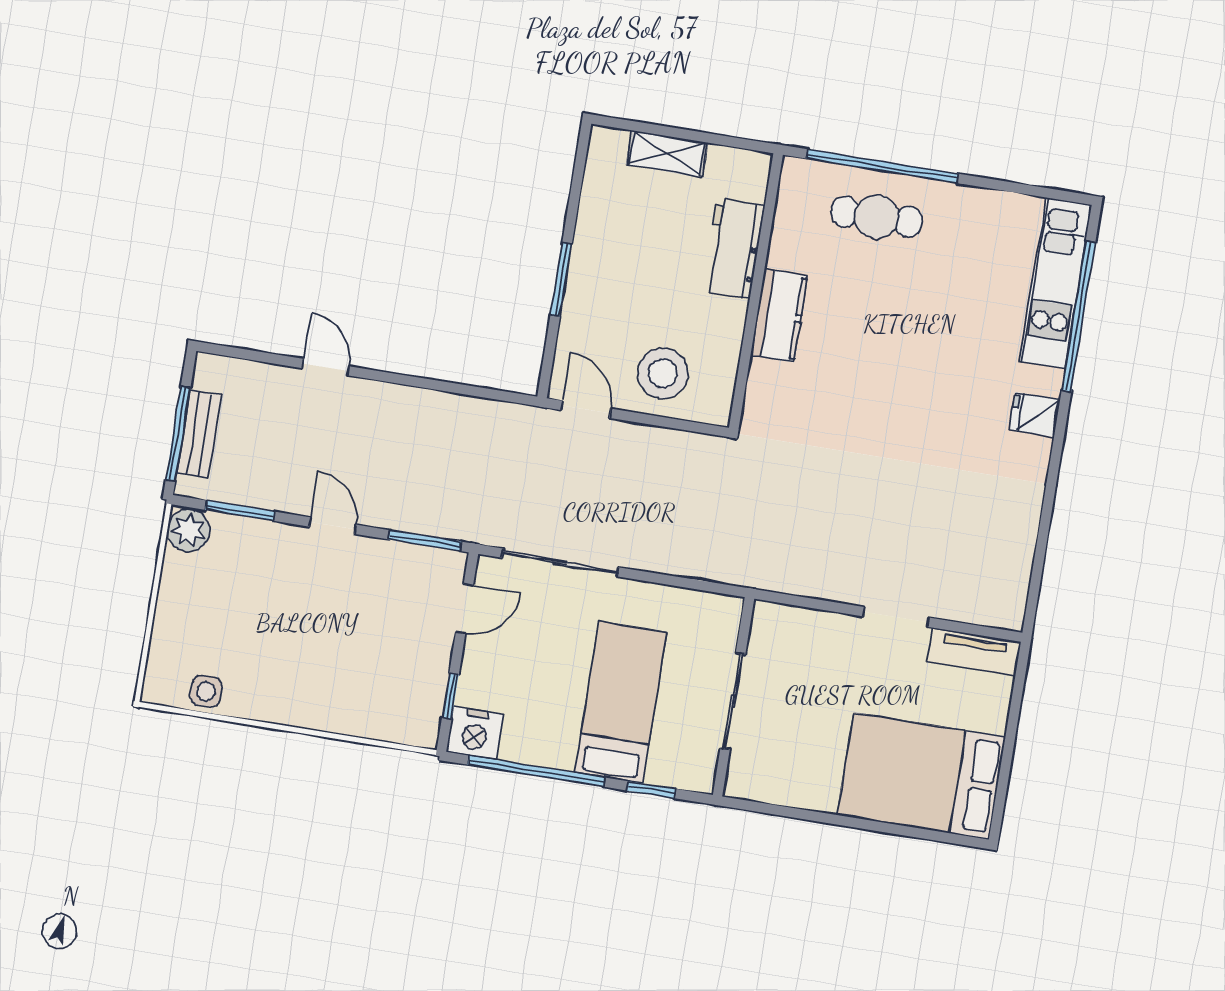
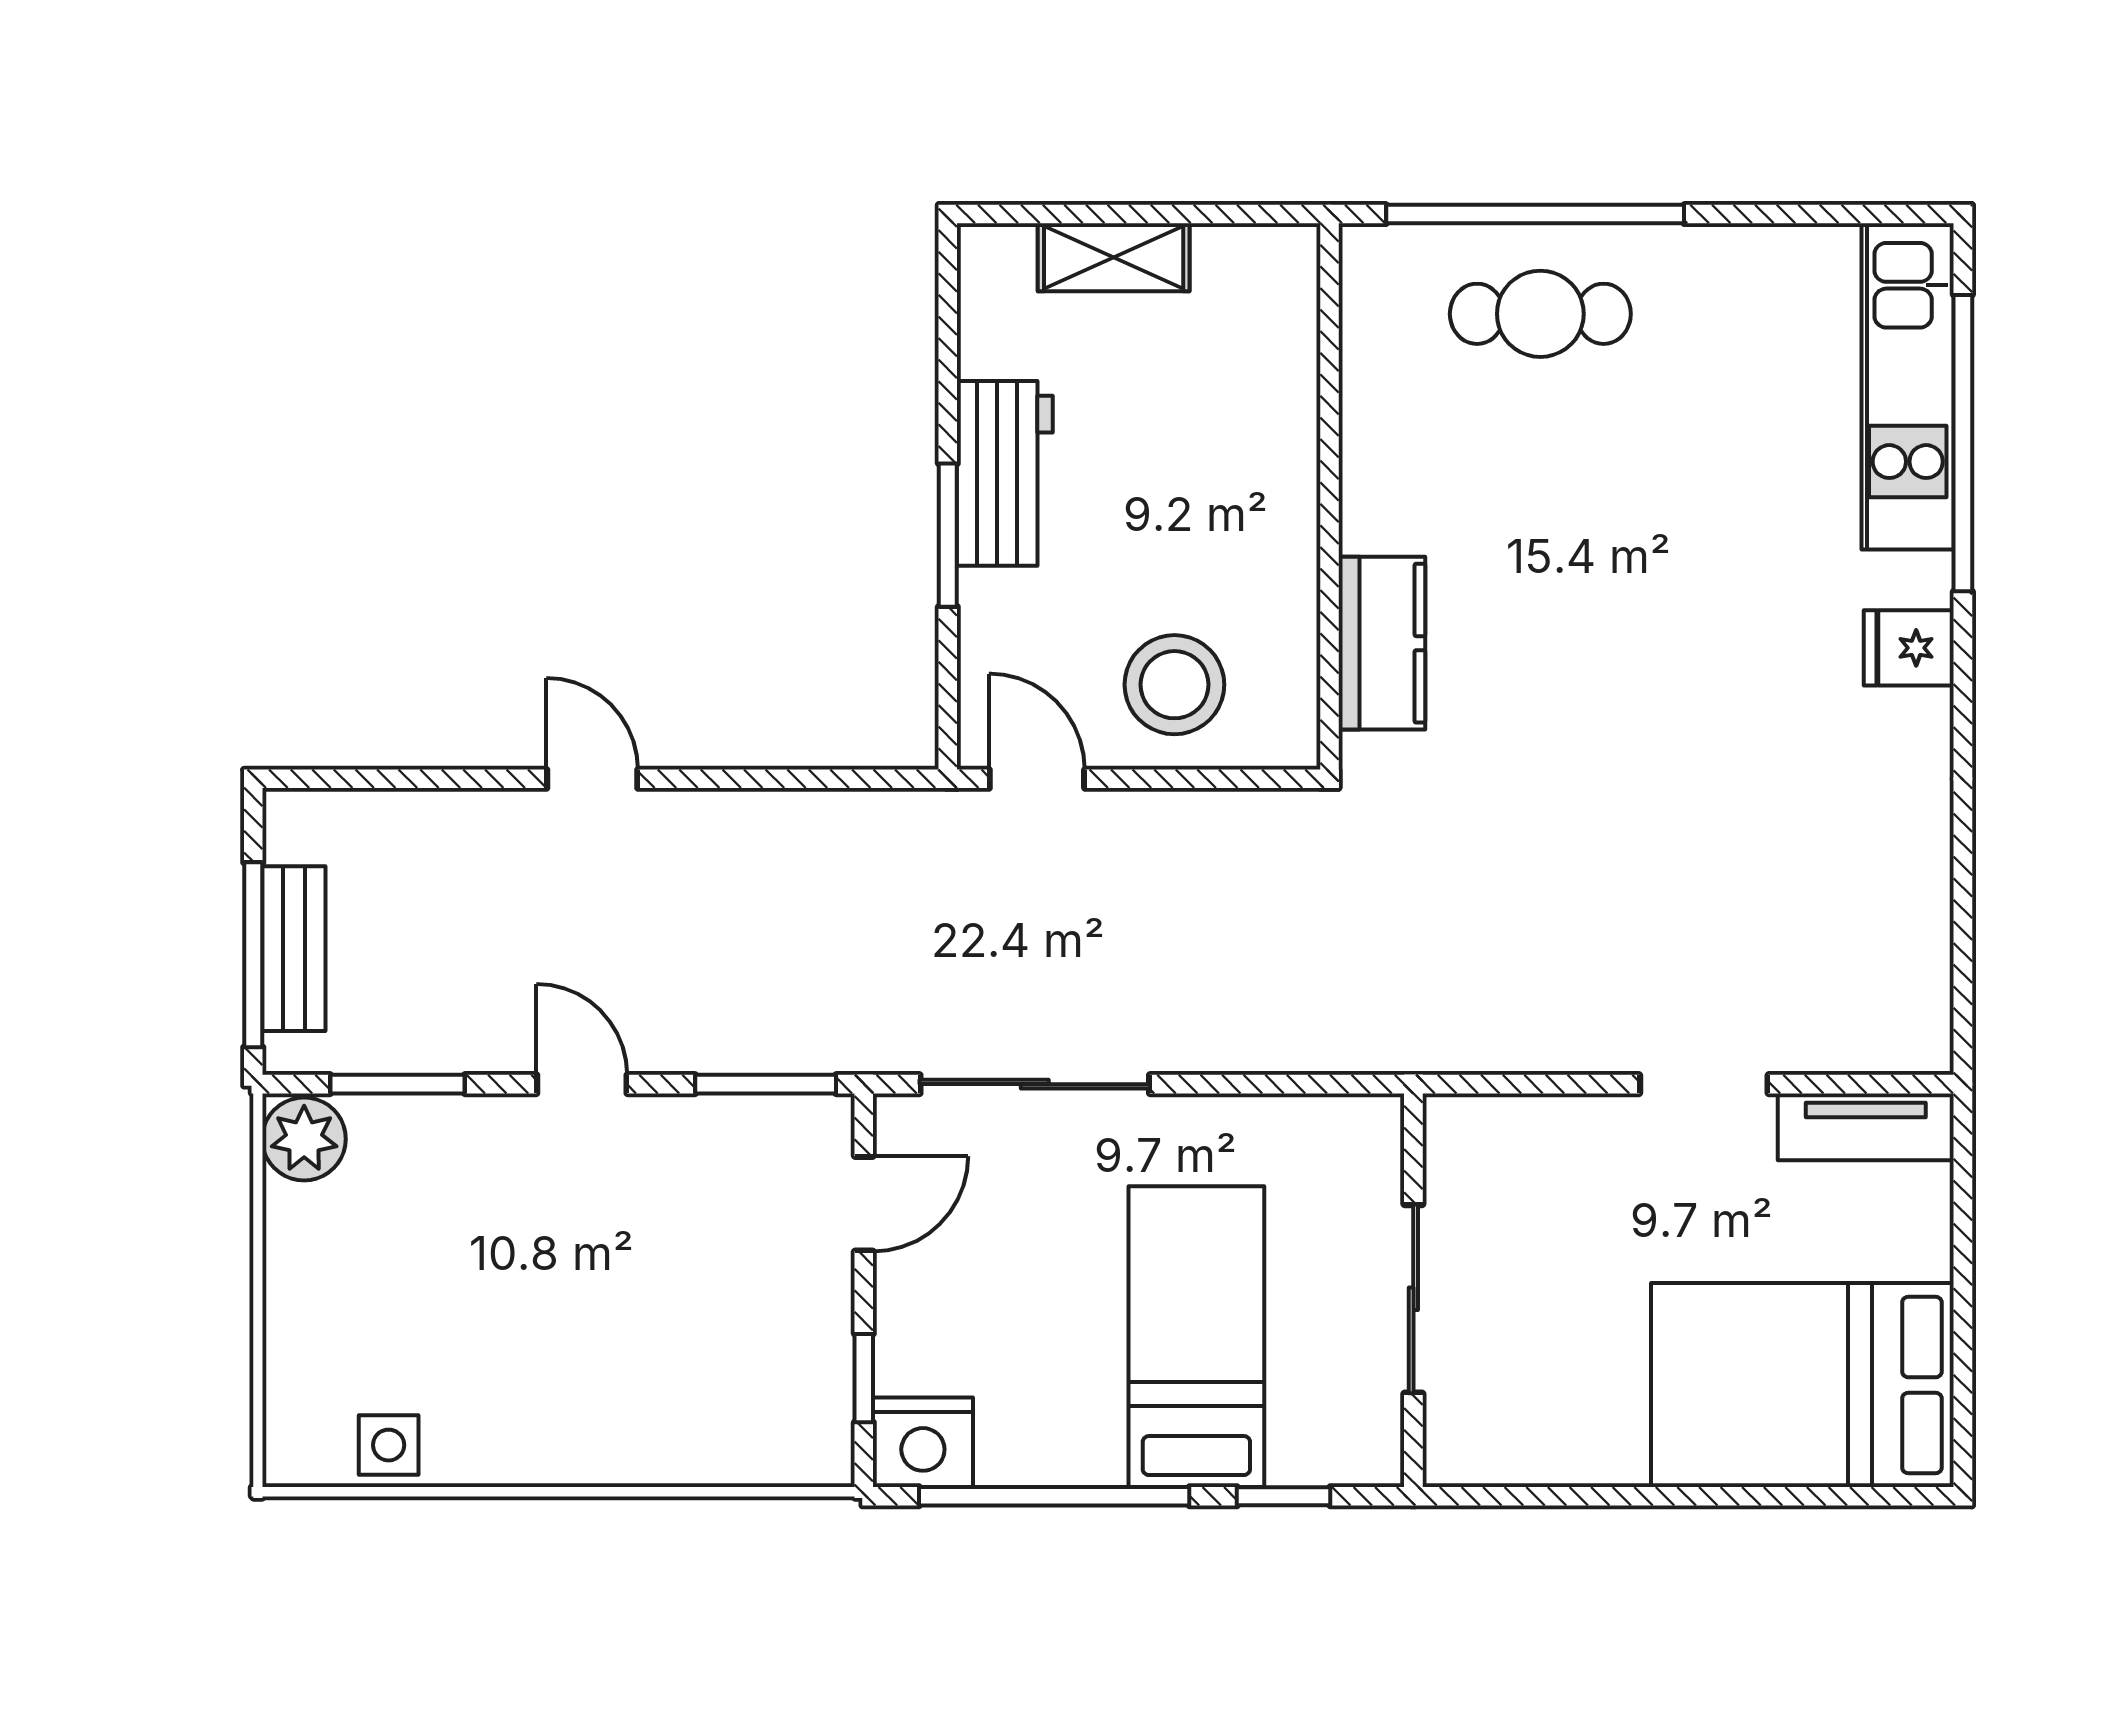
workbench: (734, 248) -> (1005, 473), moved, turned 180
kitchen counter: (779, 315) -> (1382, 643), moved
door: (326, 367) -> (592, 779), moved

